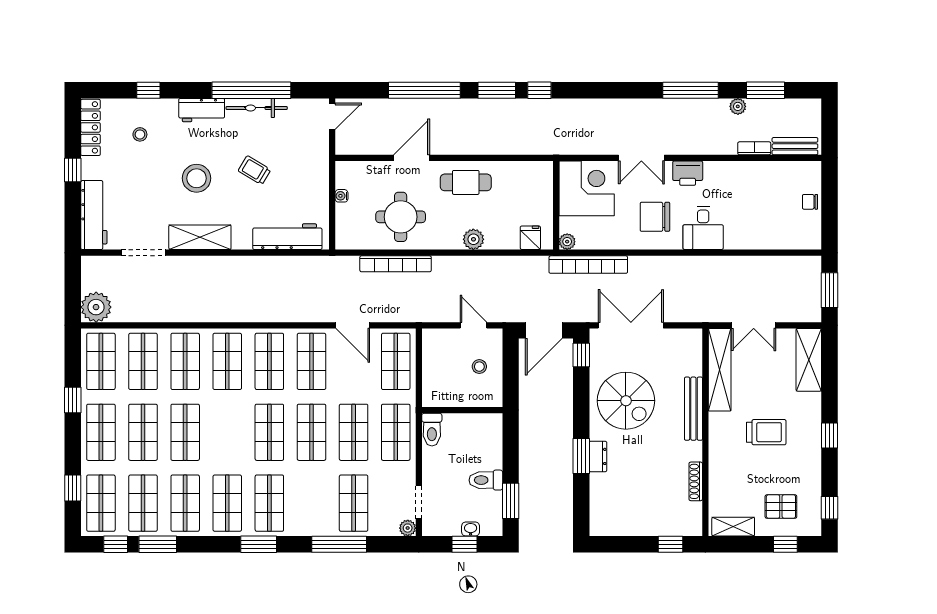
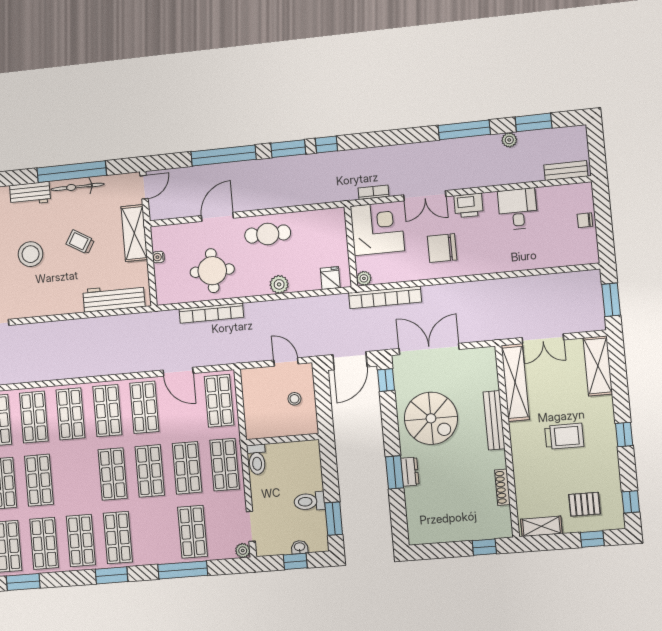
bookcase: (754, 148) -> (374, 192), moved
desk: (703, 228) -> (518, 209), moved, turned 180
shelving: (200, 237) -> (134, 233), moved, turned 90

